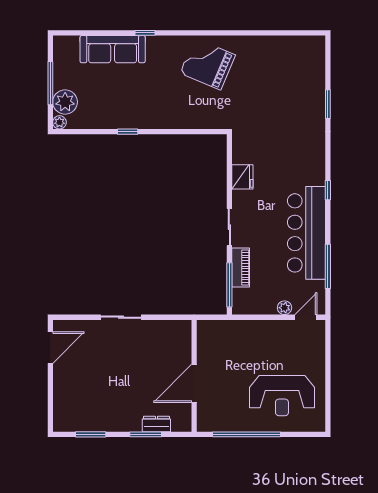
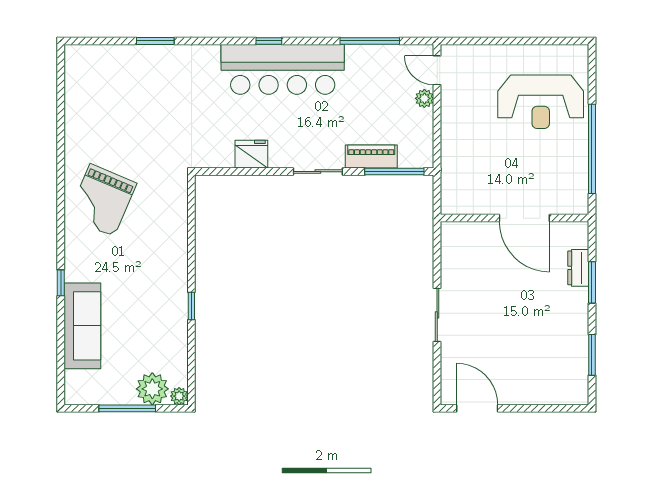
bar counter: (307, 233) -> (283, 69), moved
reception desk: (282, 396) -> (541, 102), turned 90

